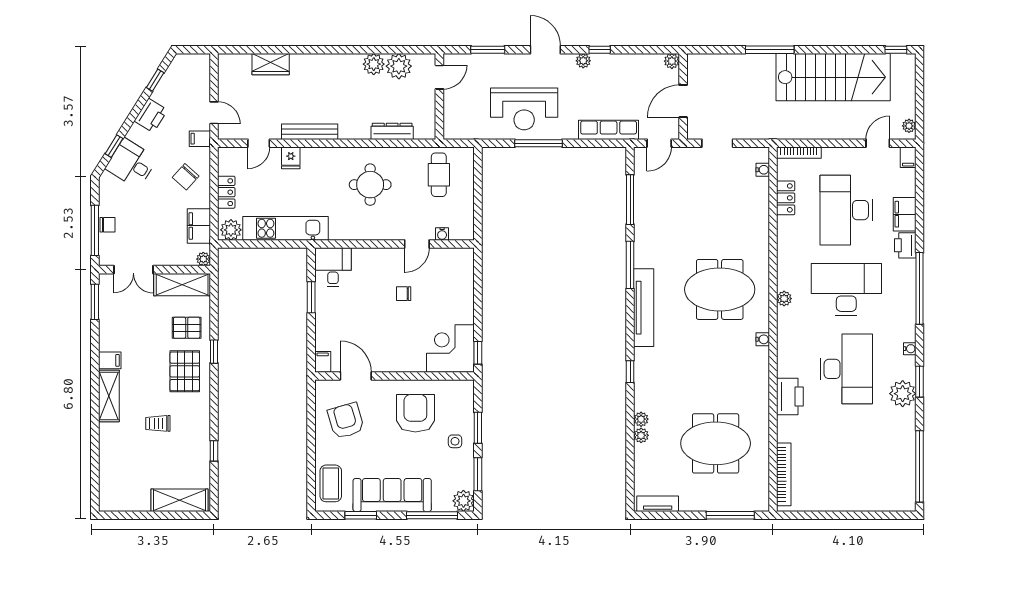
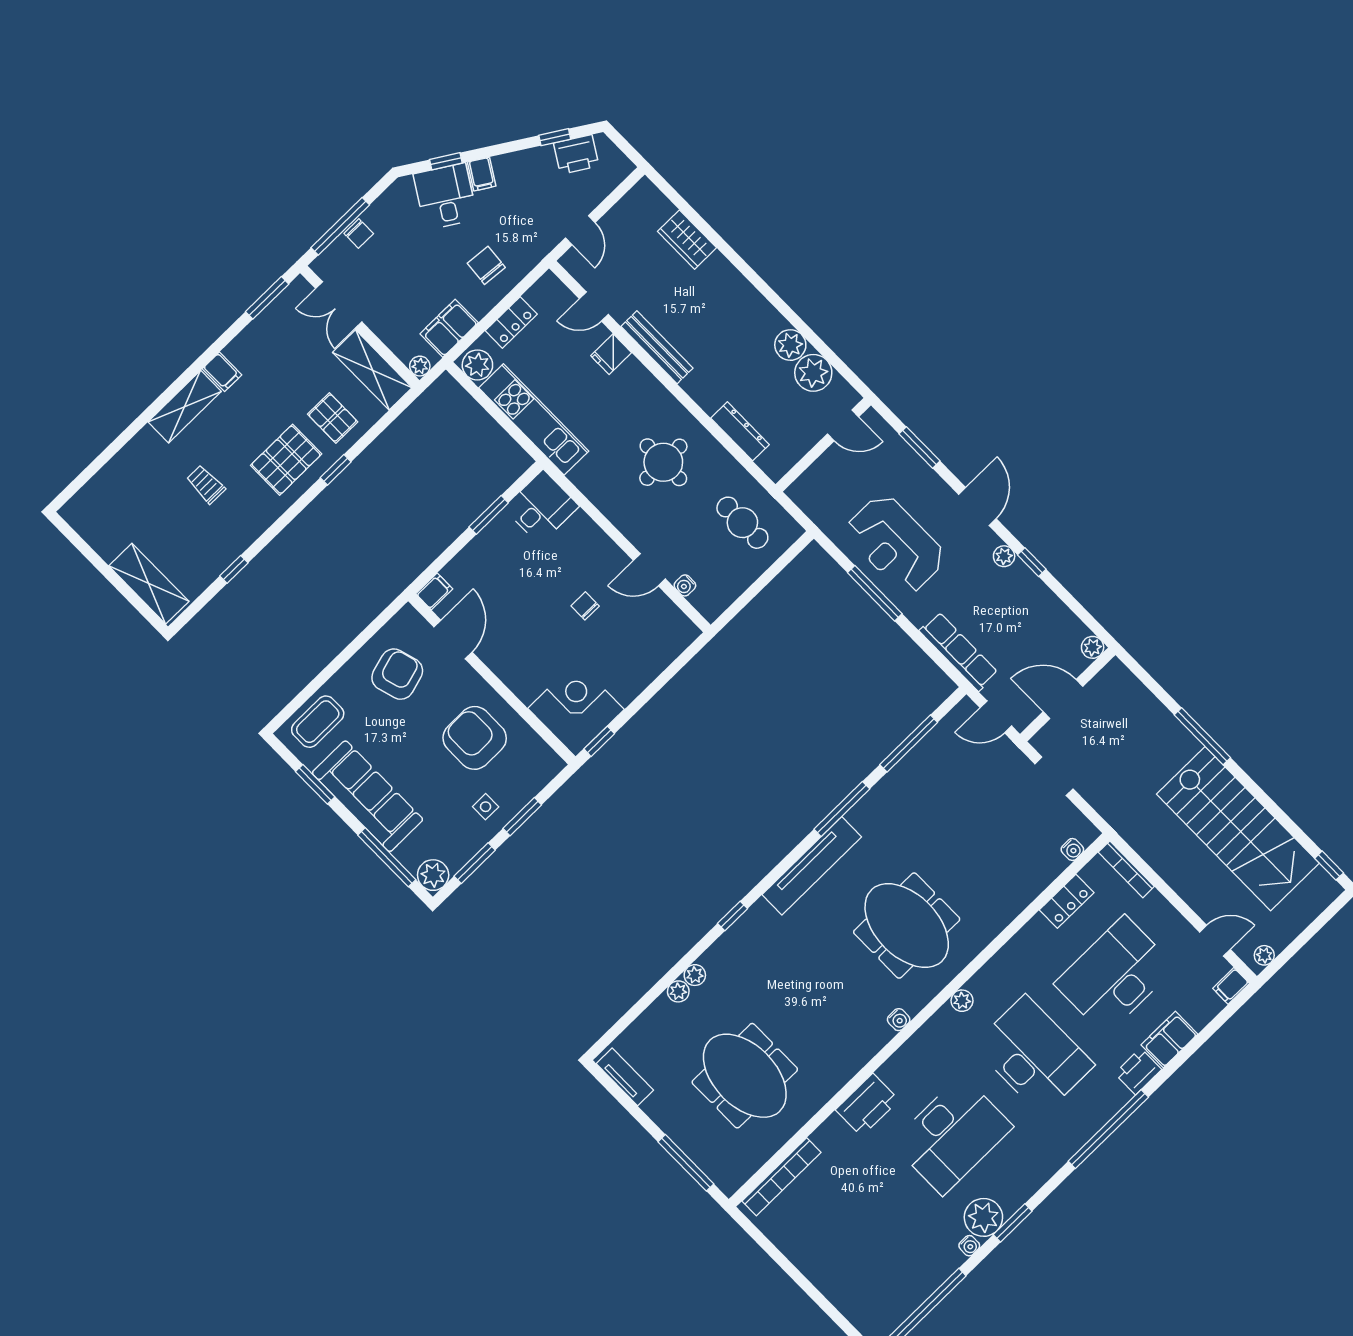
printer: (151, 115) -> (576, 155), moved
filing cabinet: (200, 139) -> (482, 174), moved, turned -148
cafe table: (439, 175) -> (742, 523), turned 90
chair: (186, 177) -> (486, 265), turned 53
water cooler: (910, 349) -> (969, 1246), moved
armchair: (415, 413) -> (475, 738), turned -90

